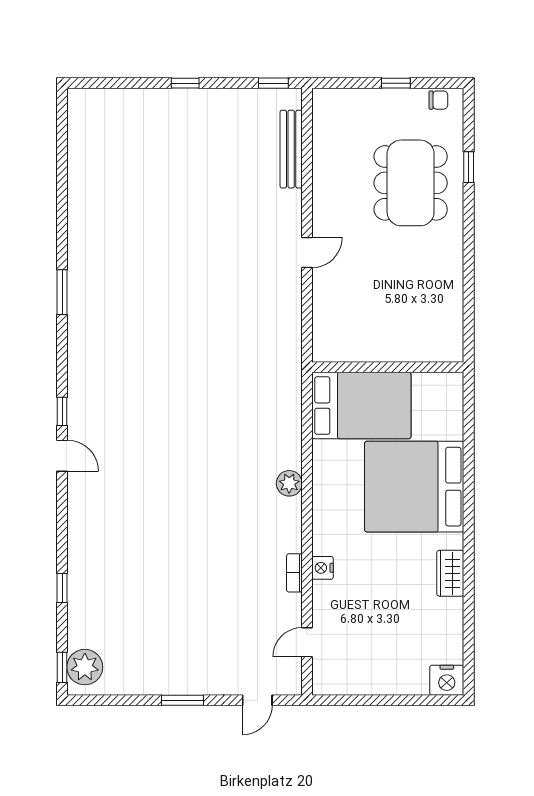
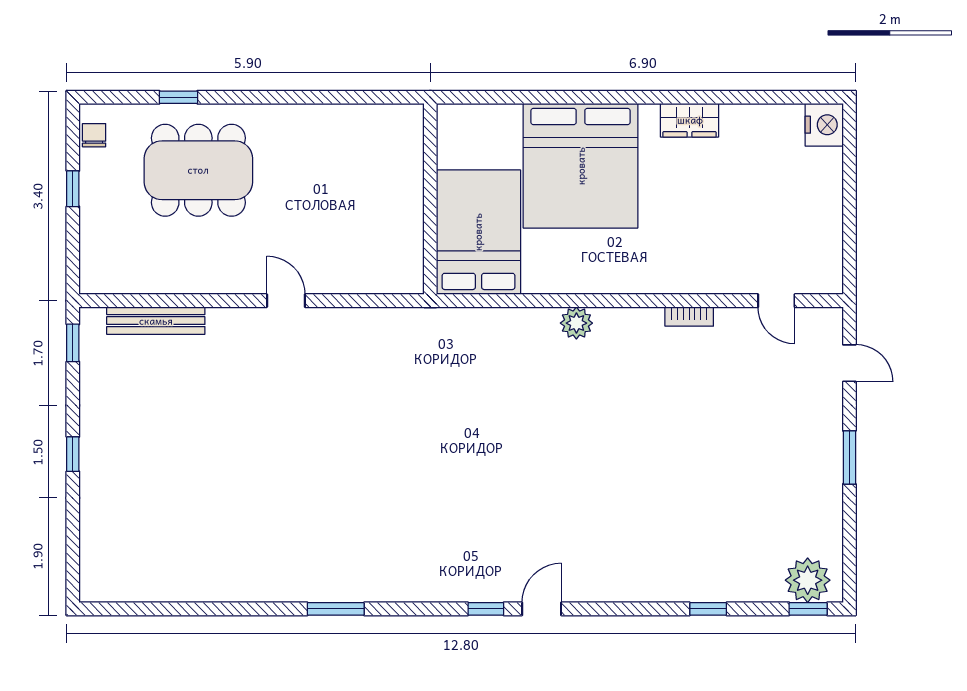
nightstand: (323, 568) -> (683, 281), removed

